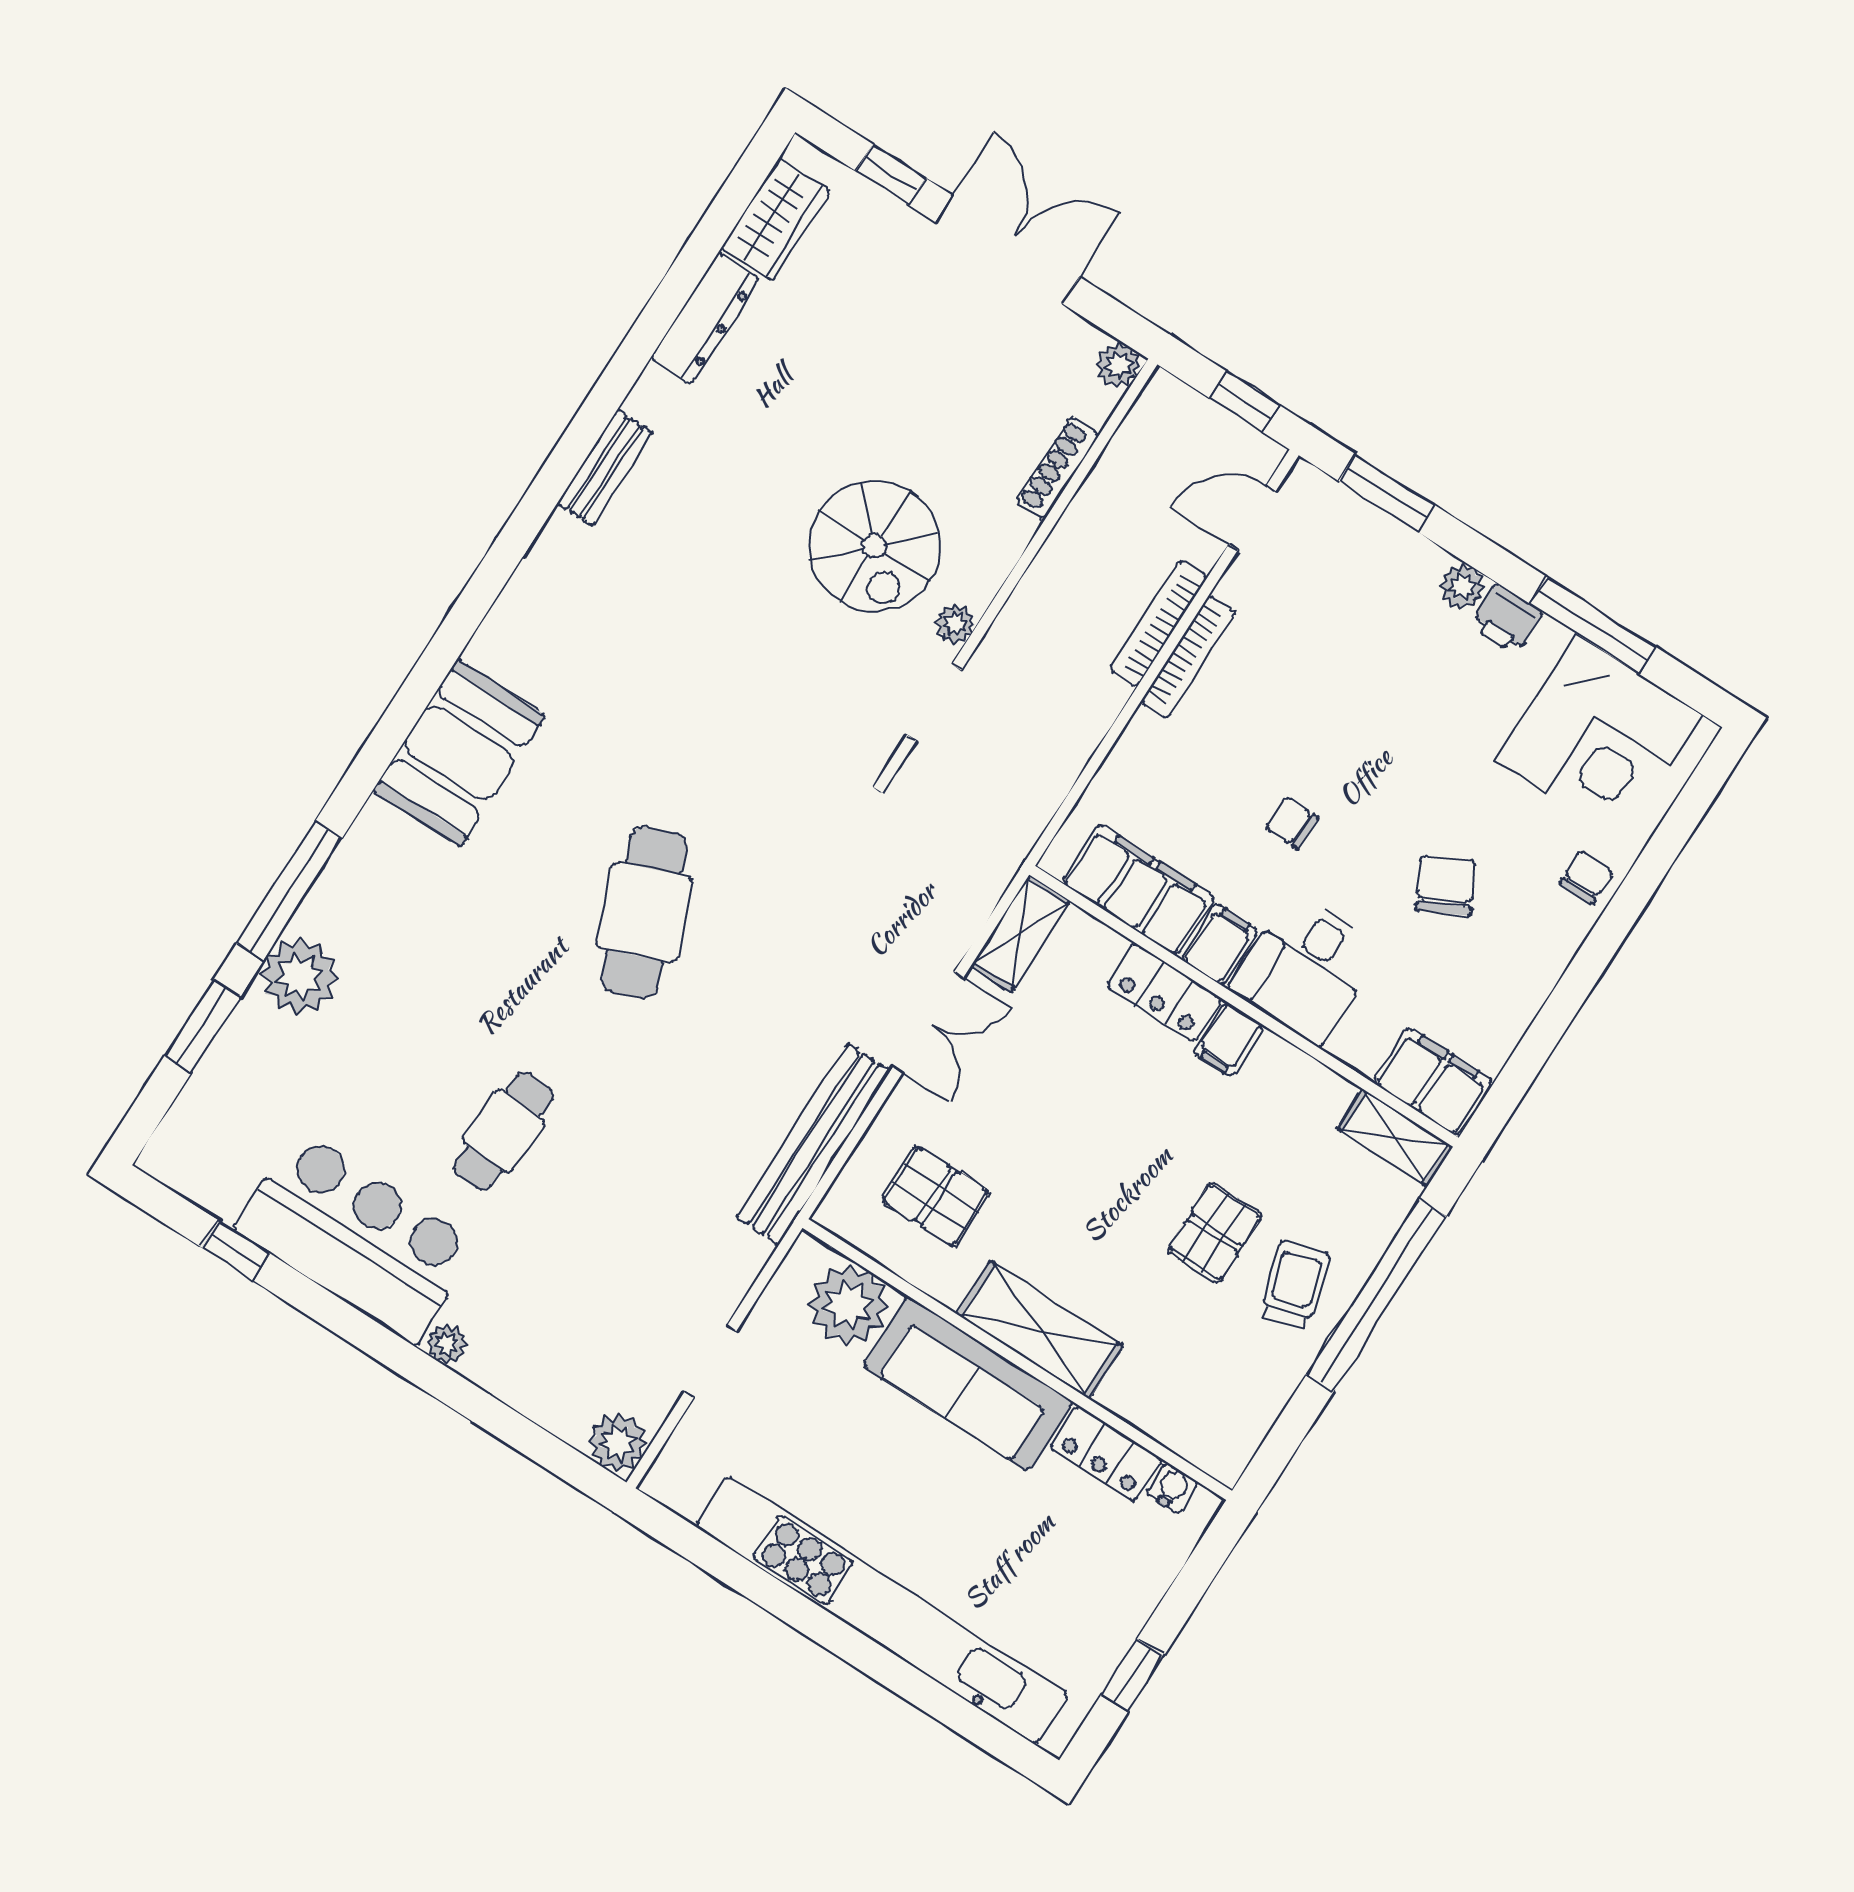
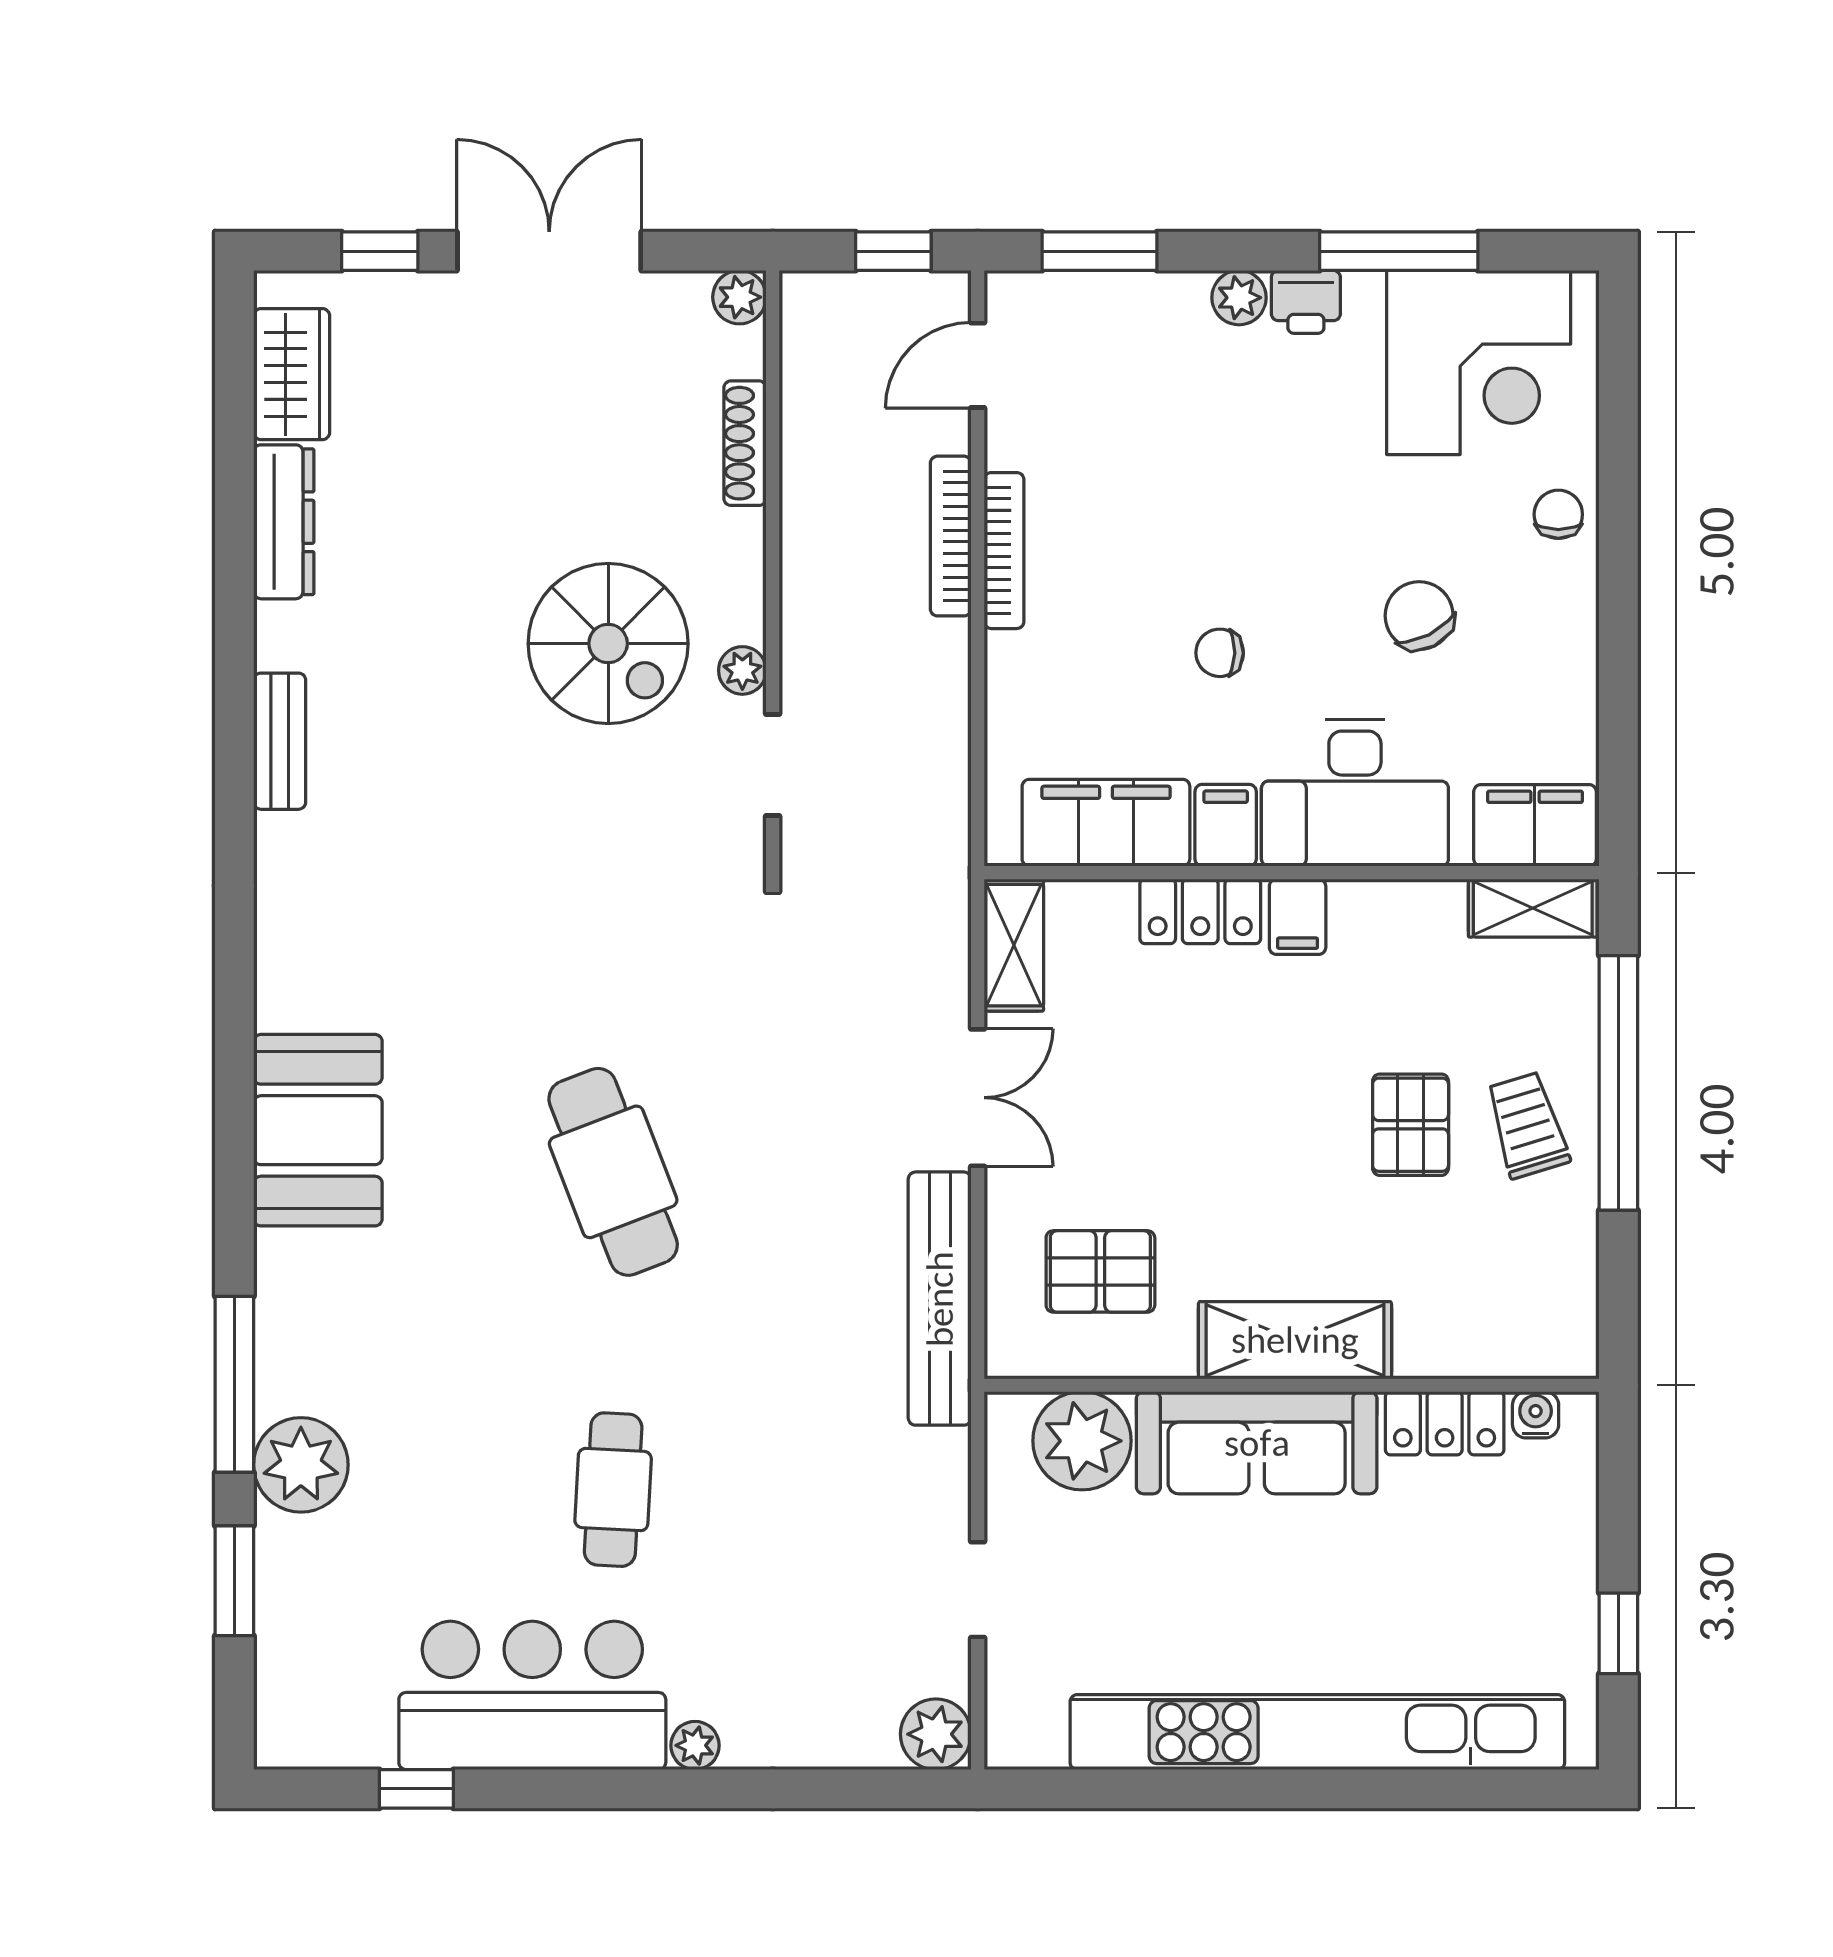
desk: (1306, 968) -> (1355, 793), width x1.37

